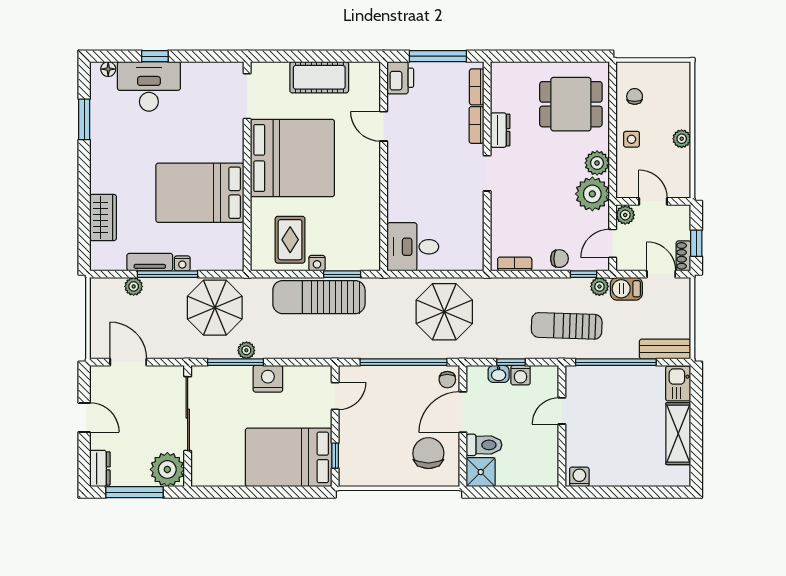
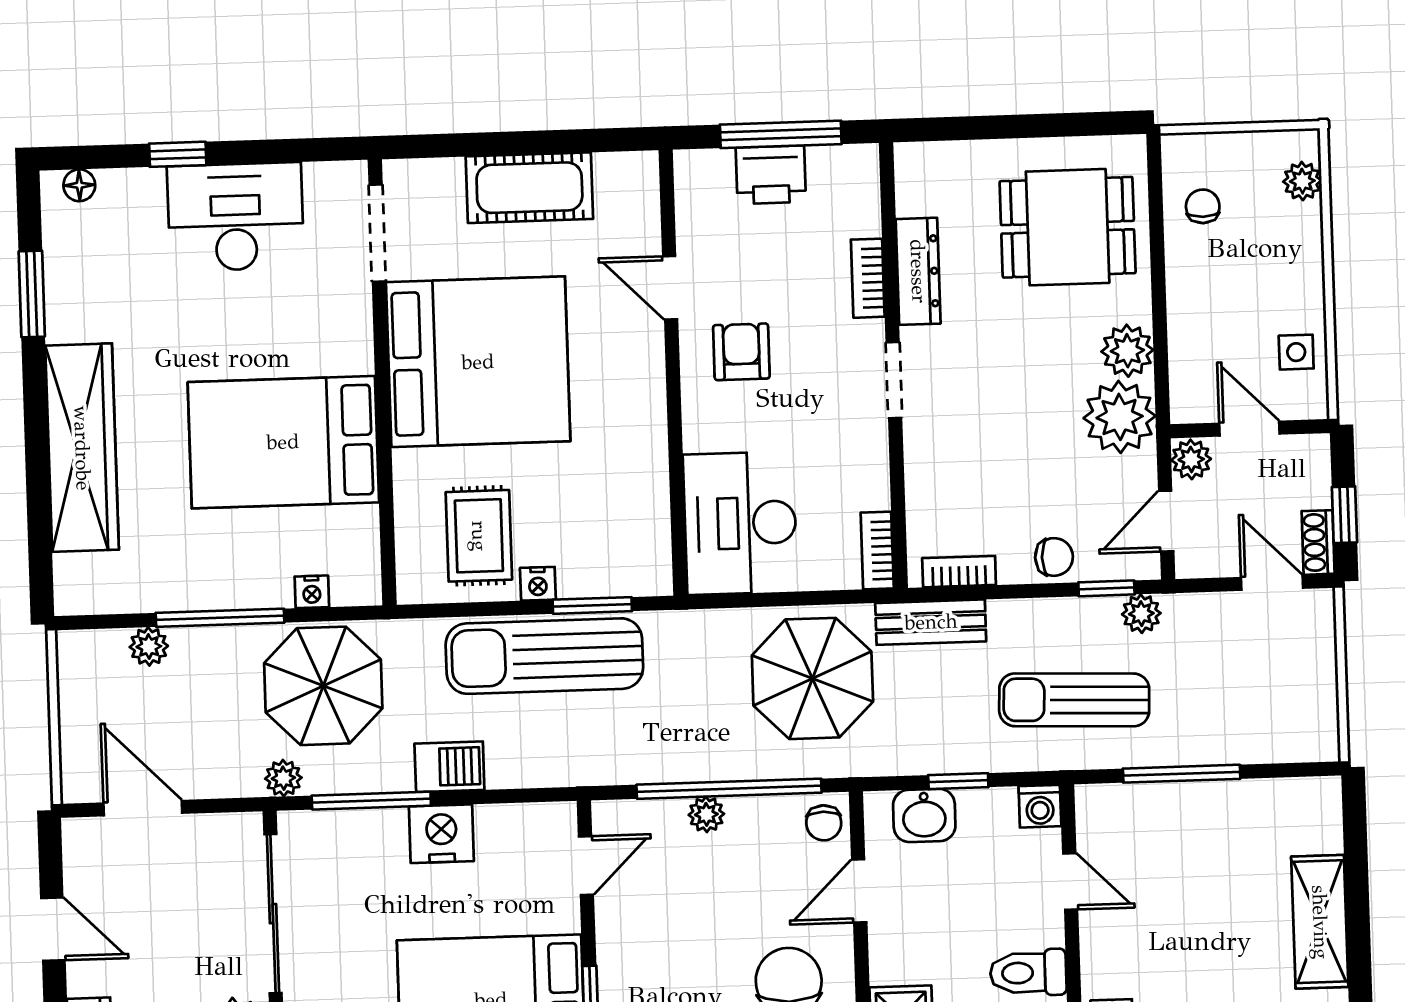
printer: (400, 78) -> (771, 175), moved, turned 90
desk: (149, 86) -> (236, 217), moved
bookcase: (477, 87) -> (877, 551), moved
dresser: (500, 130) -> (918, 271), width x1.44
side table: (632, 139) -> (1296, 352), moved
plant: (682, 139) -> (1302, 181), moved
armchair: (416, 157) -> (741, 352), added
wardrobe: (103, 218) -> (82, 448), width x2.10, depth x1.17
desk: (413, 247) -> (740, 523), width x1.37
tv unit: (150, 262) -> (182, 593), removed
nightstand: (182, 263) -> (312, 592), moved
barbecue: (626, 289) -> (449, 767), moved, turned 180
bench: (665, 349) -> (931, 622), moved
plant: (246, 350) -> (283, 778), moved
window: (616, 362) -> (1182, 774), width x0.68
plant: (392, 374) -> (706, 814), added
washbasin: (499, 374) -> (924, 815), width x1.38, depth x1.45
washing machine: (521, 375) -> (1040, 806), moved
kitchen sink: (678, 384) -> (1316, 815), removed
door: (562, 411) -> (1070, 881), swing flipped
door: (463, 412) -> (859, 891), width x0.73
toilet: (484, 445) -> (1028, 973), moved, turned 180

